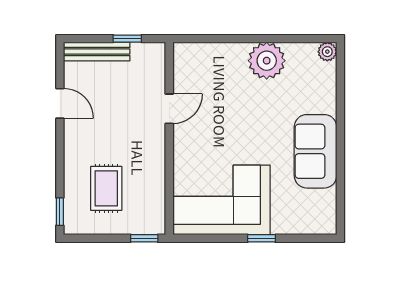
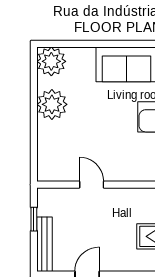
plant: (327, 52) -> (51, 61), width x1.88, depth x1.88

